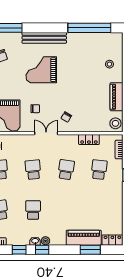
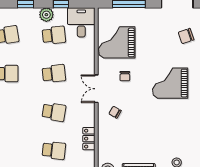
grand piano: (41, 70) -> (170, 83), turned -90
double door: (46, 133) -> (96, 89), swing flipped

